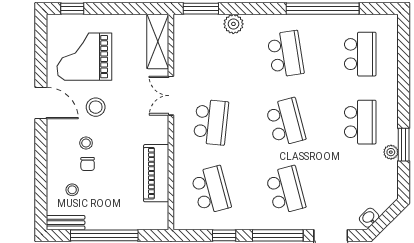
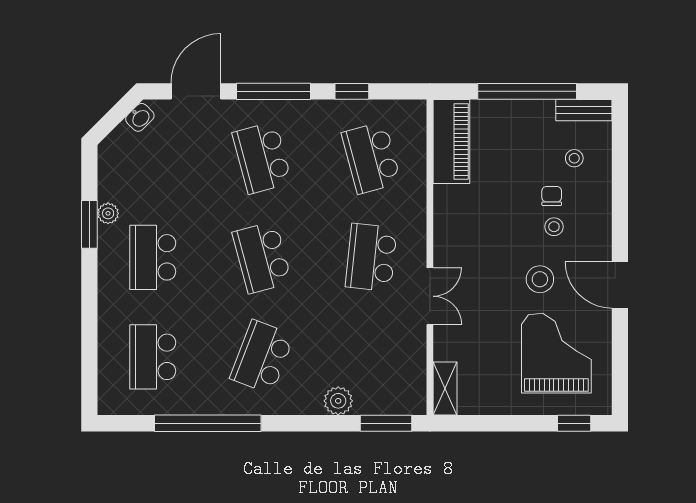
shelving: (158, 41) -> (445, 389), width x0.67, depth x0.75
school desk: (286, 54) -> (262, 357), turned 30
grand piano: (84, 57) -> (556, 353), turned -90
piano: (156, 173) -> (451, 141), moved

